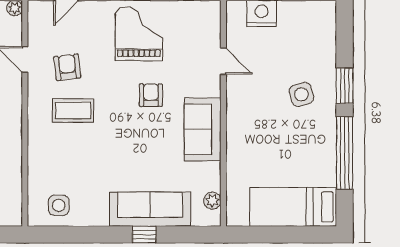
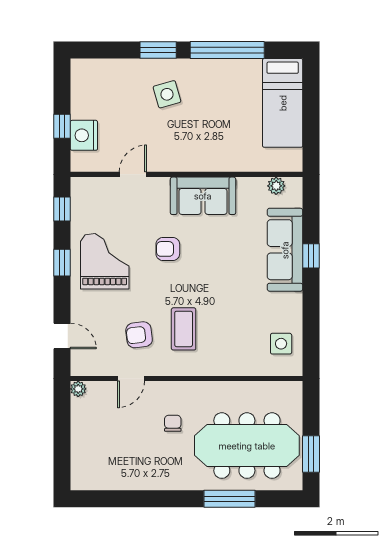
grand piano: (139, 34) -> (105, 261), turned 90

